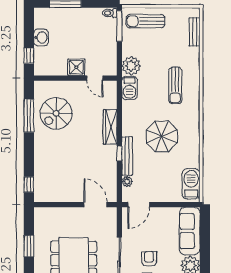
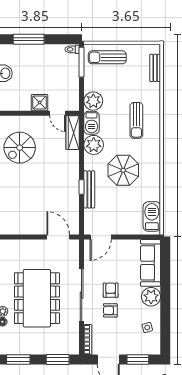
wardrobe: (110, 127) -> (73, 133), moved
plant: (127, 181) -> (94, 145), moved, width x1.87, depth x1.87

